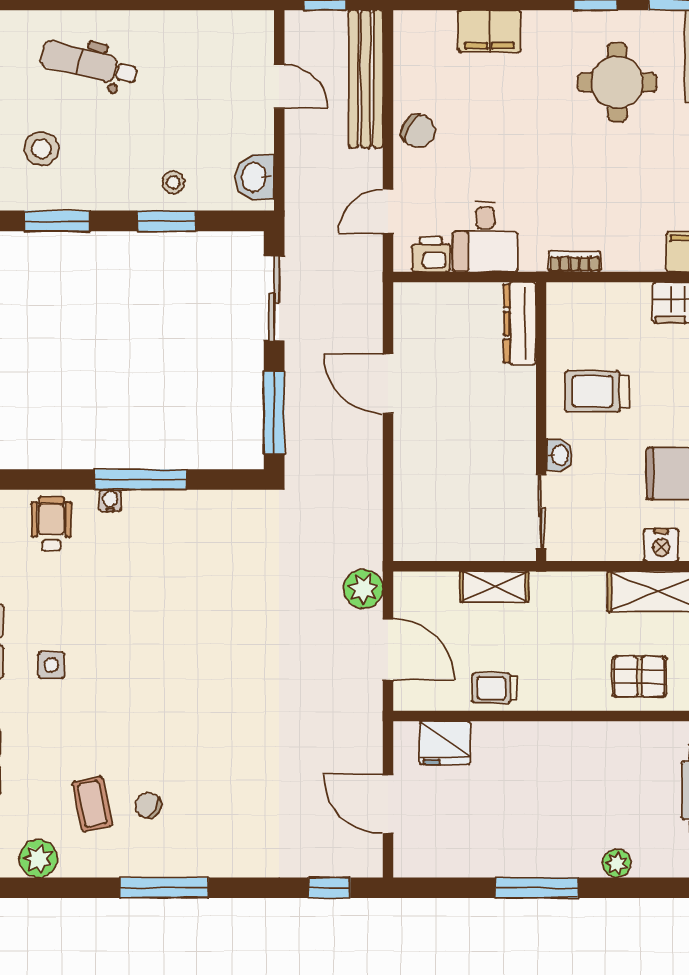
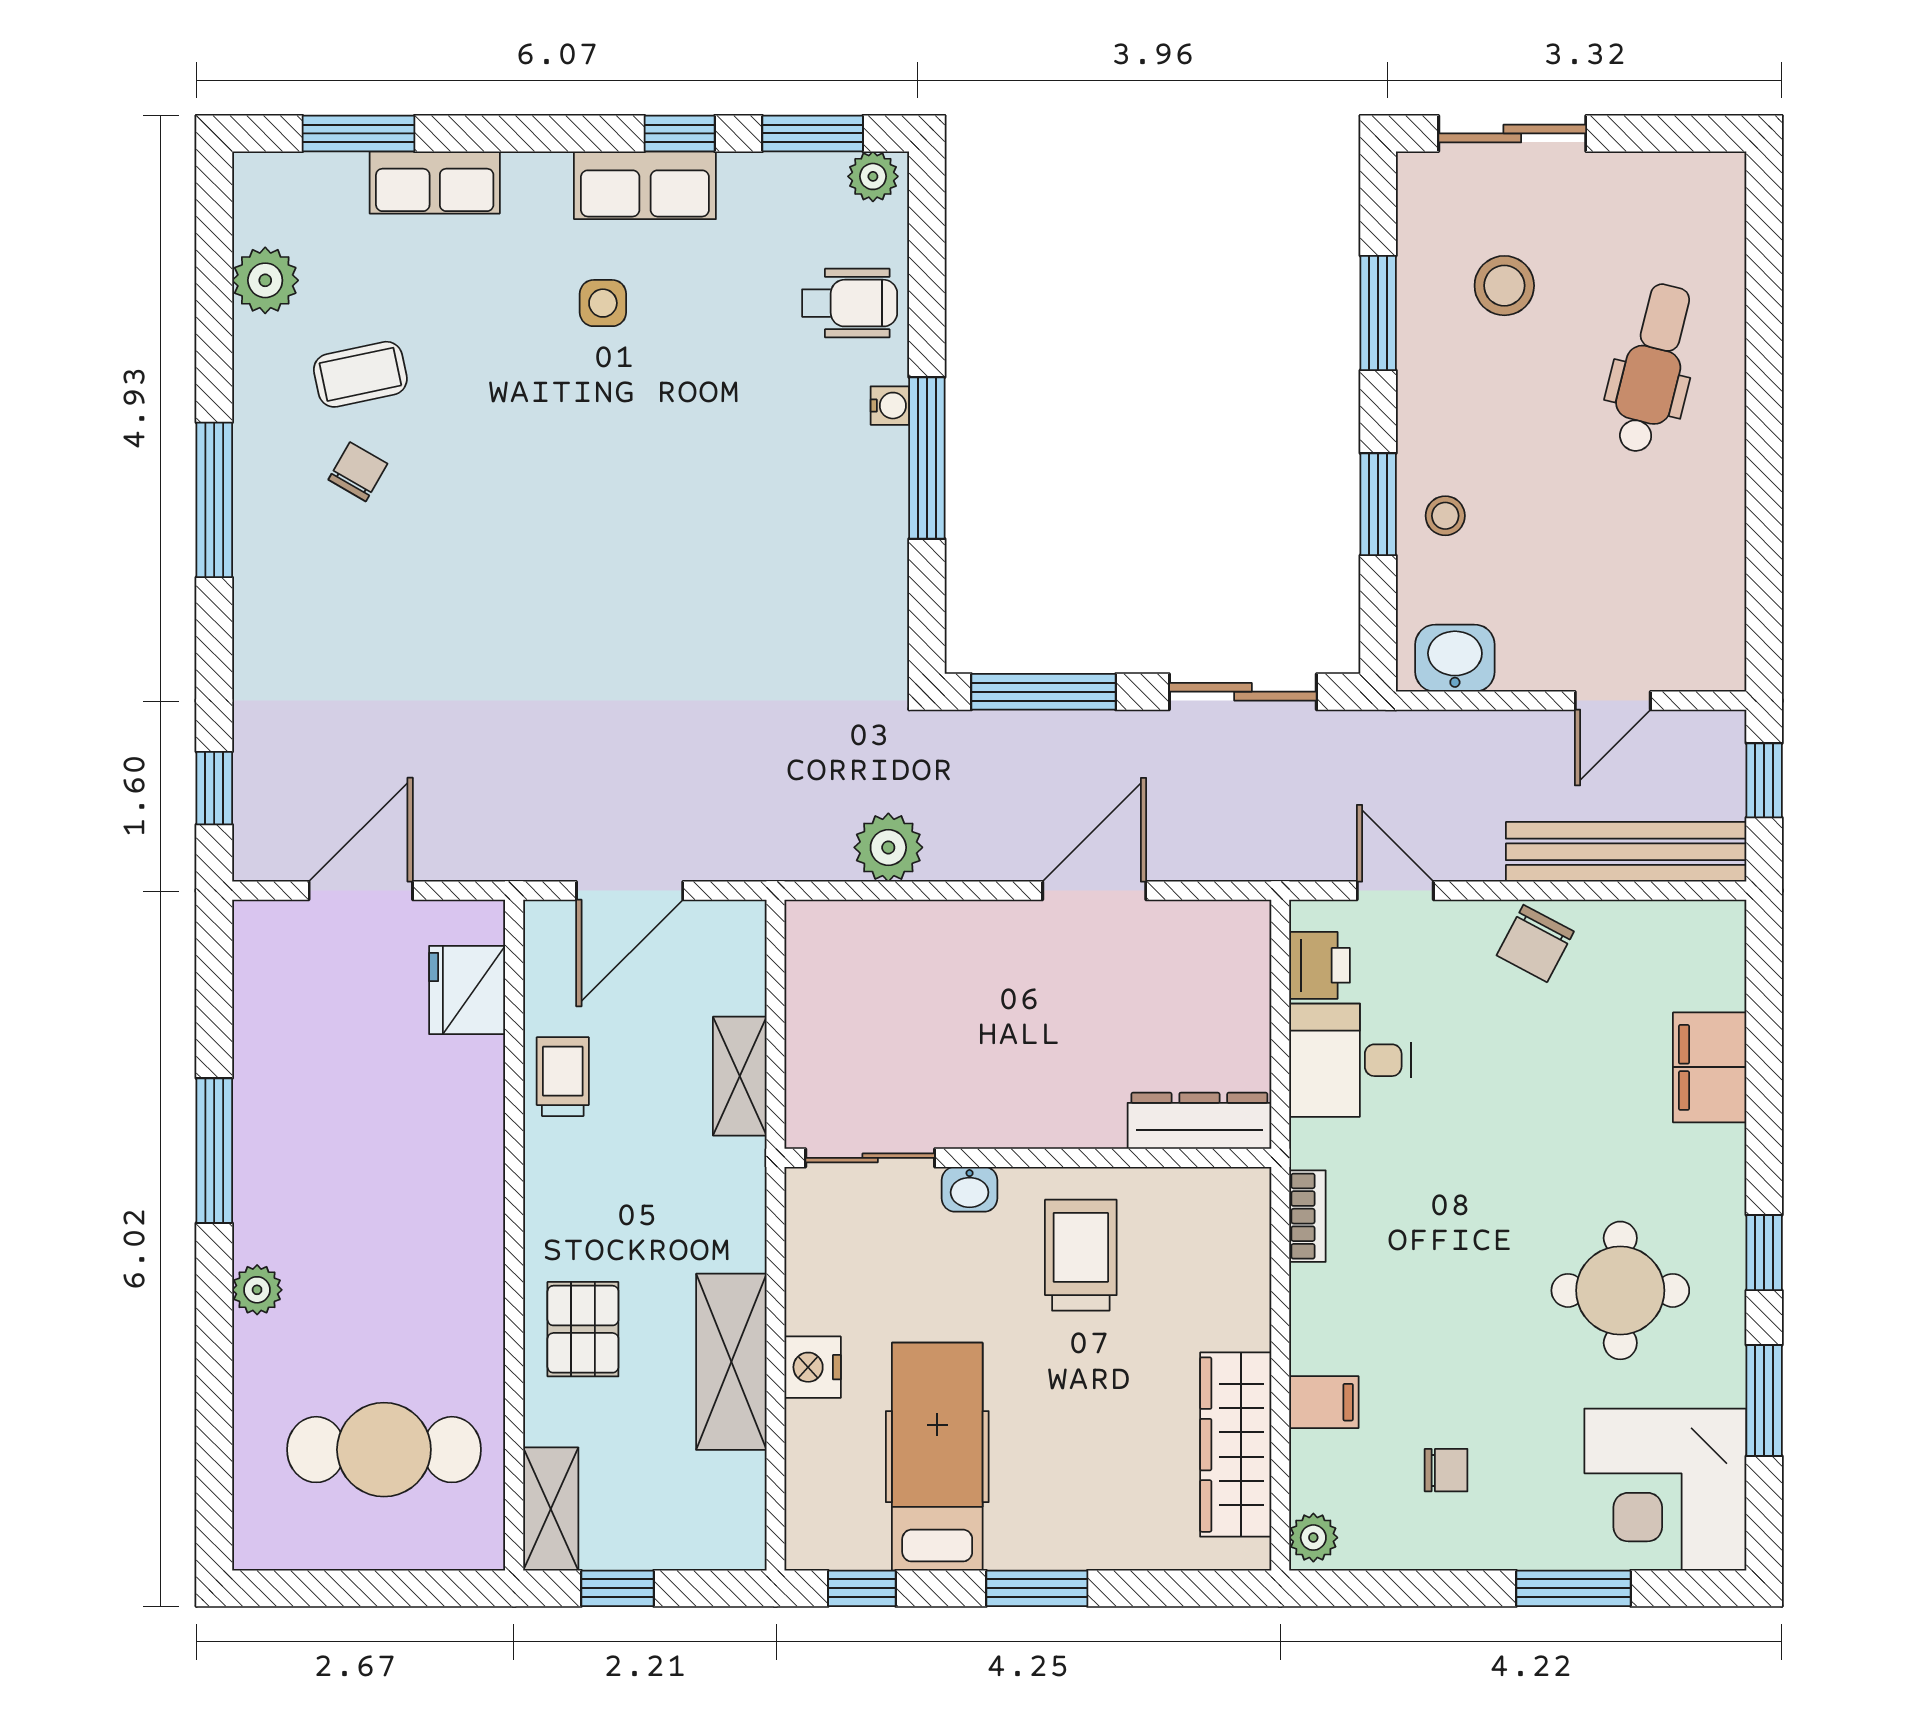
plant: (363, 589) -> (888, 847), moved

